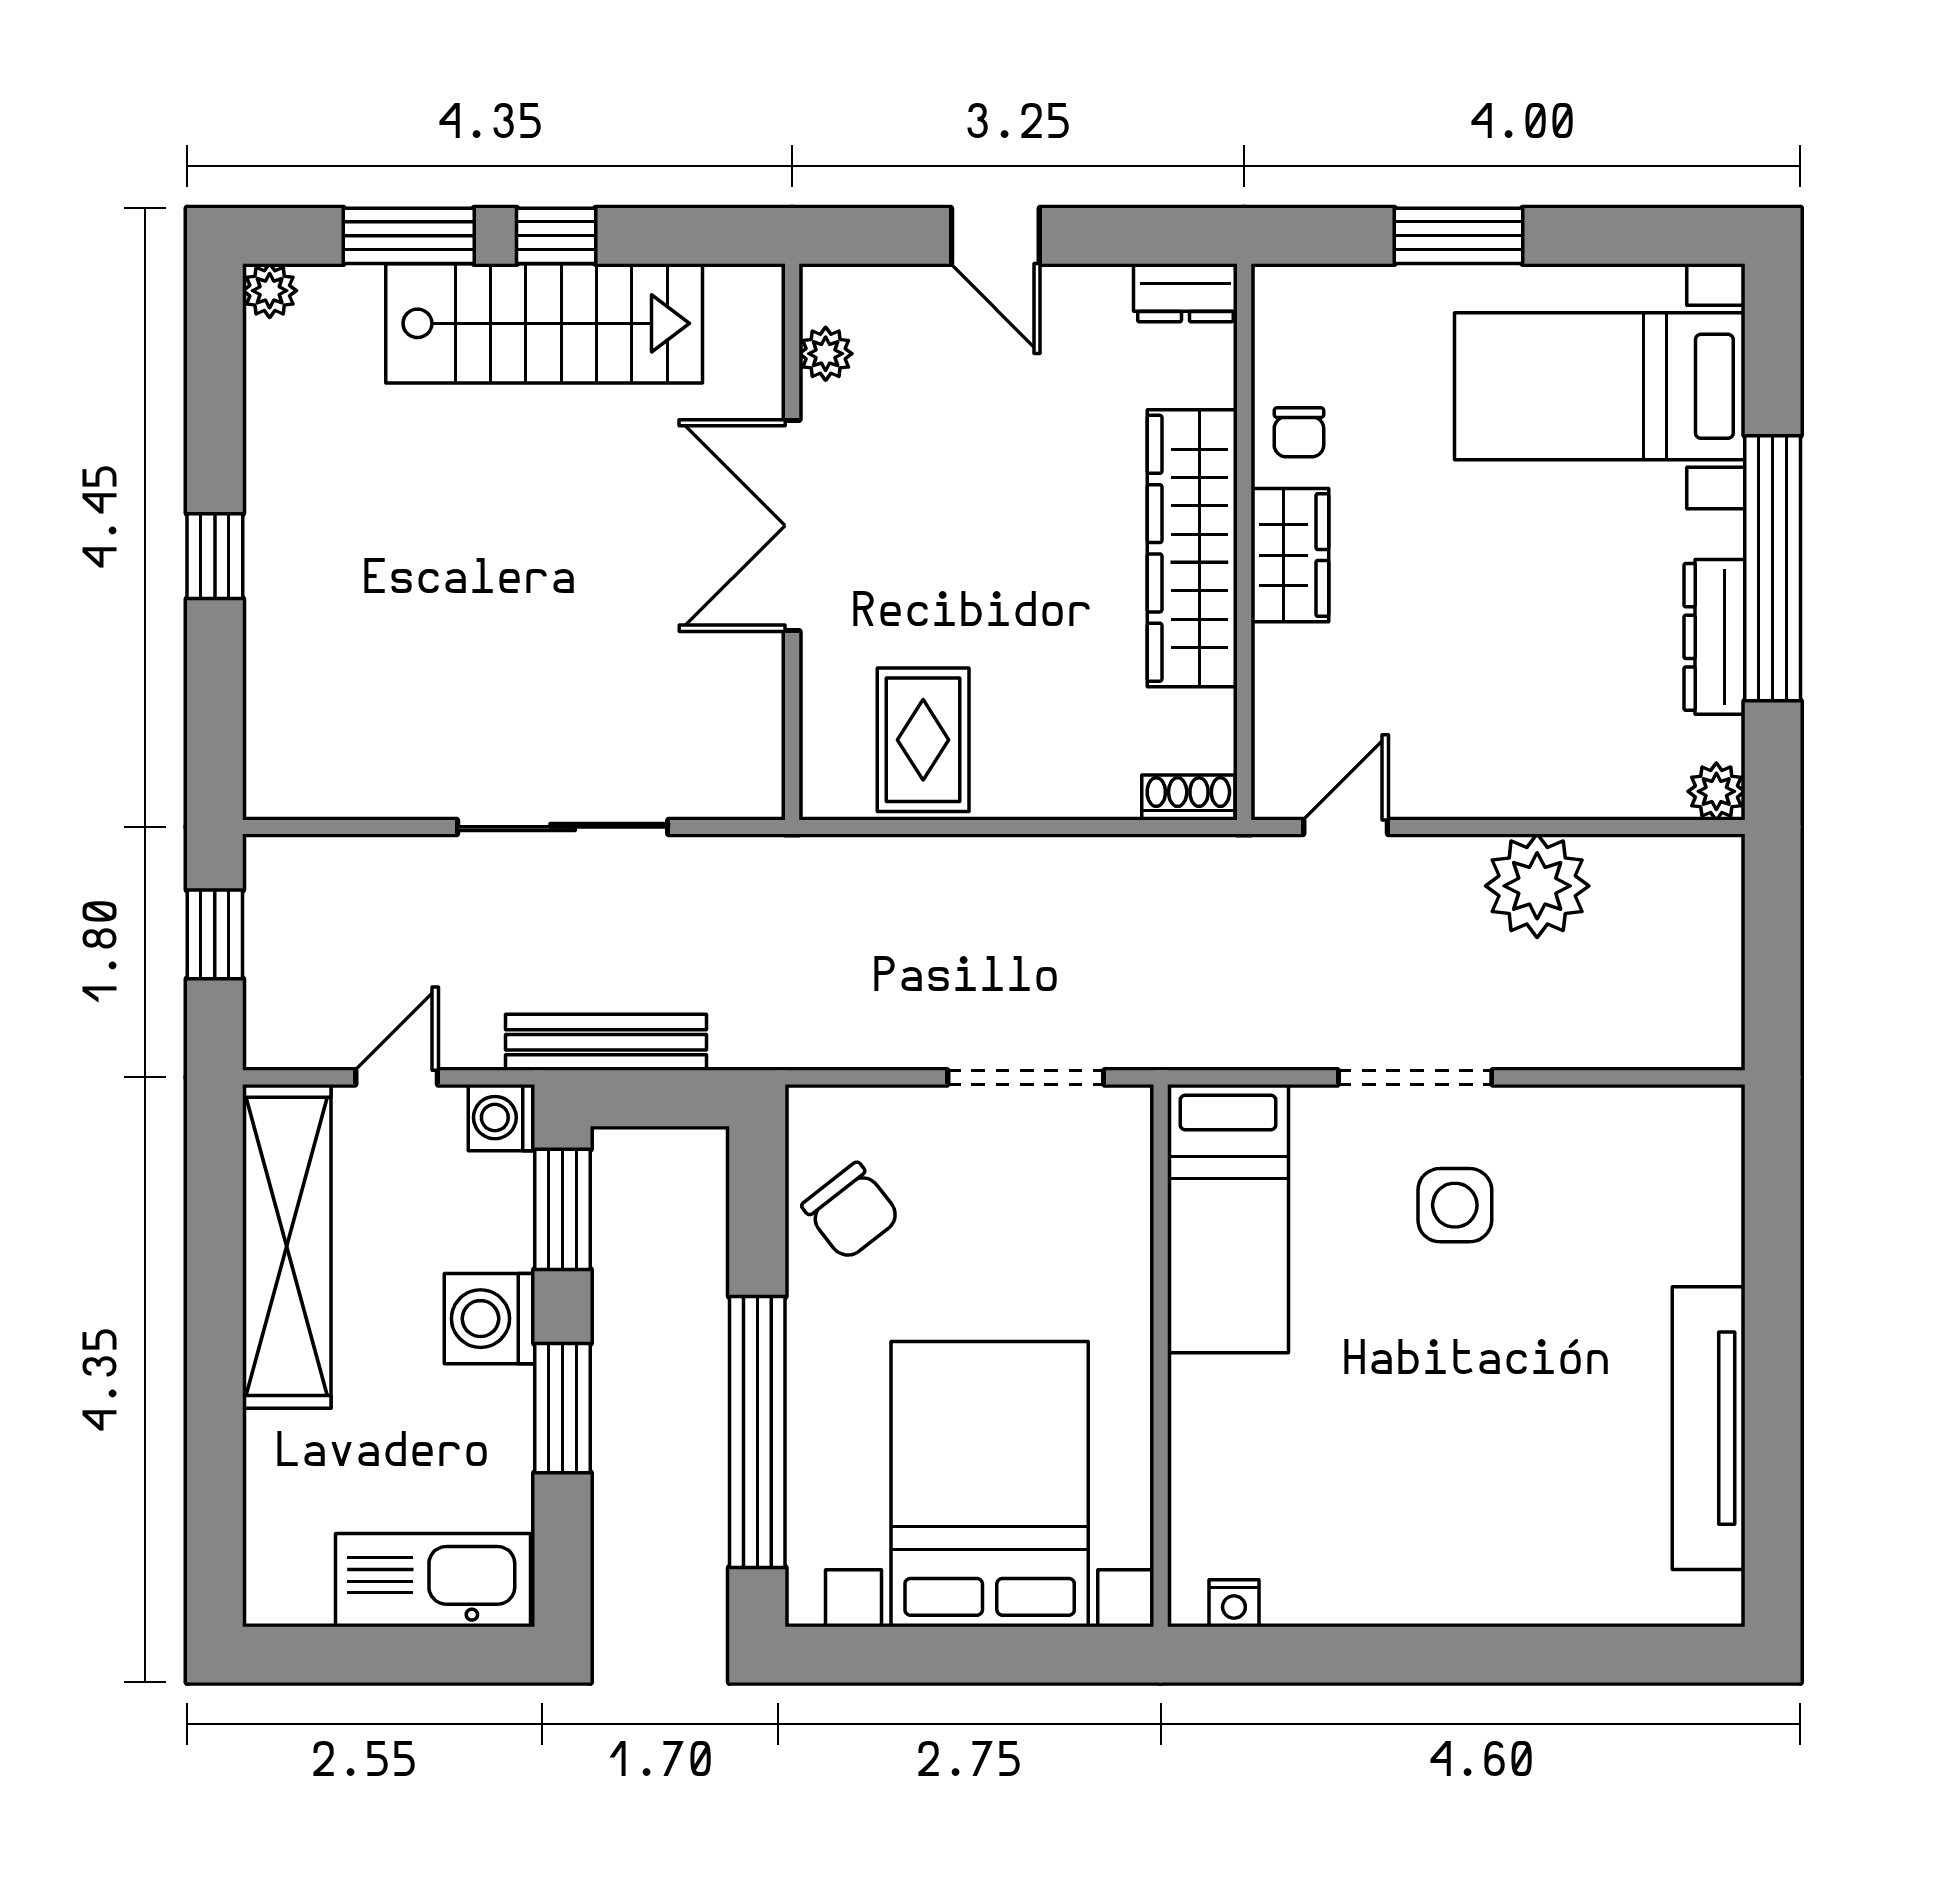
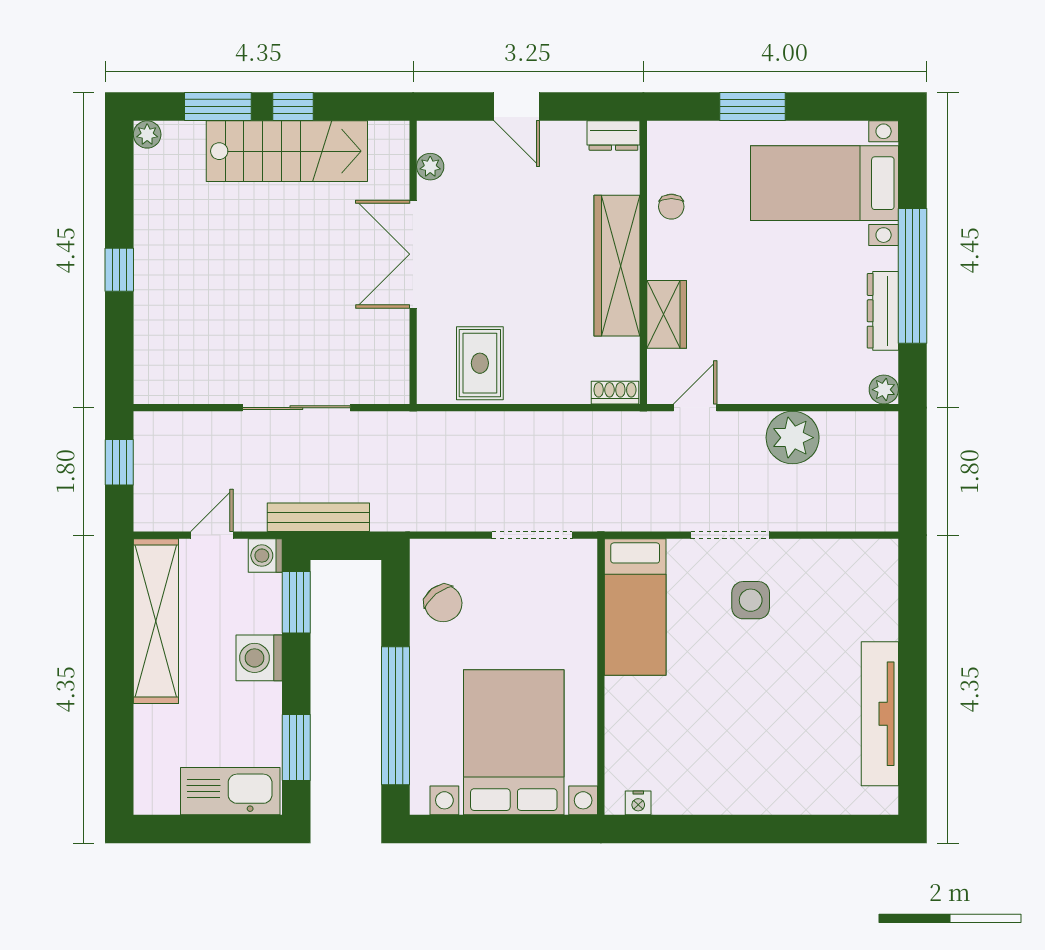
wardrobe: (1290, 555) -> (667, 314), moved
window: (563, 1408) -> (296, 747), moved

